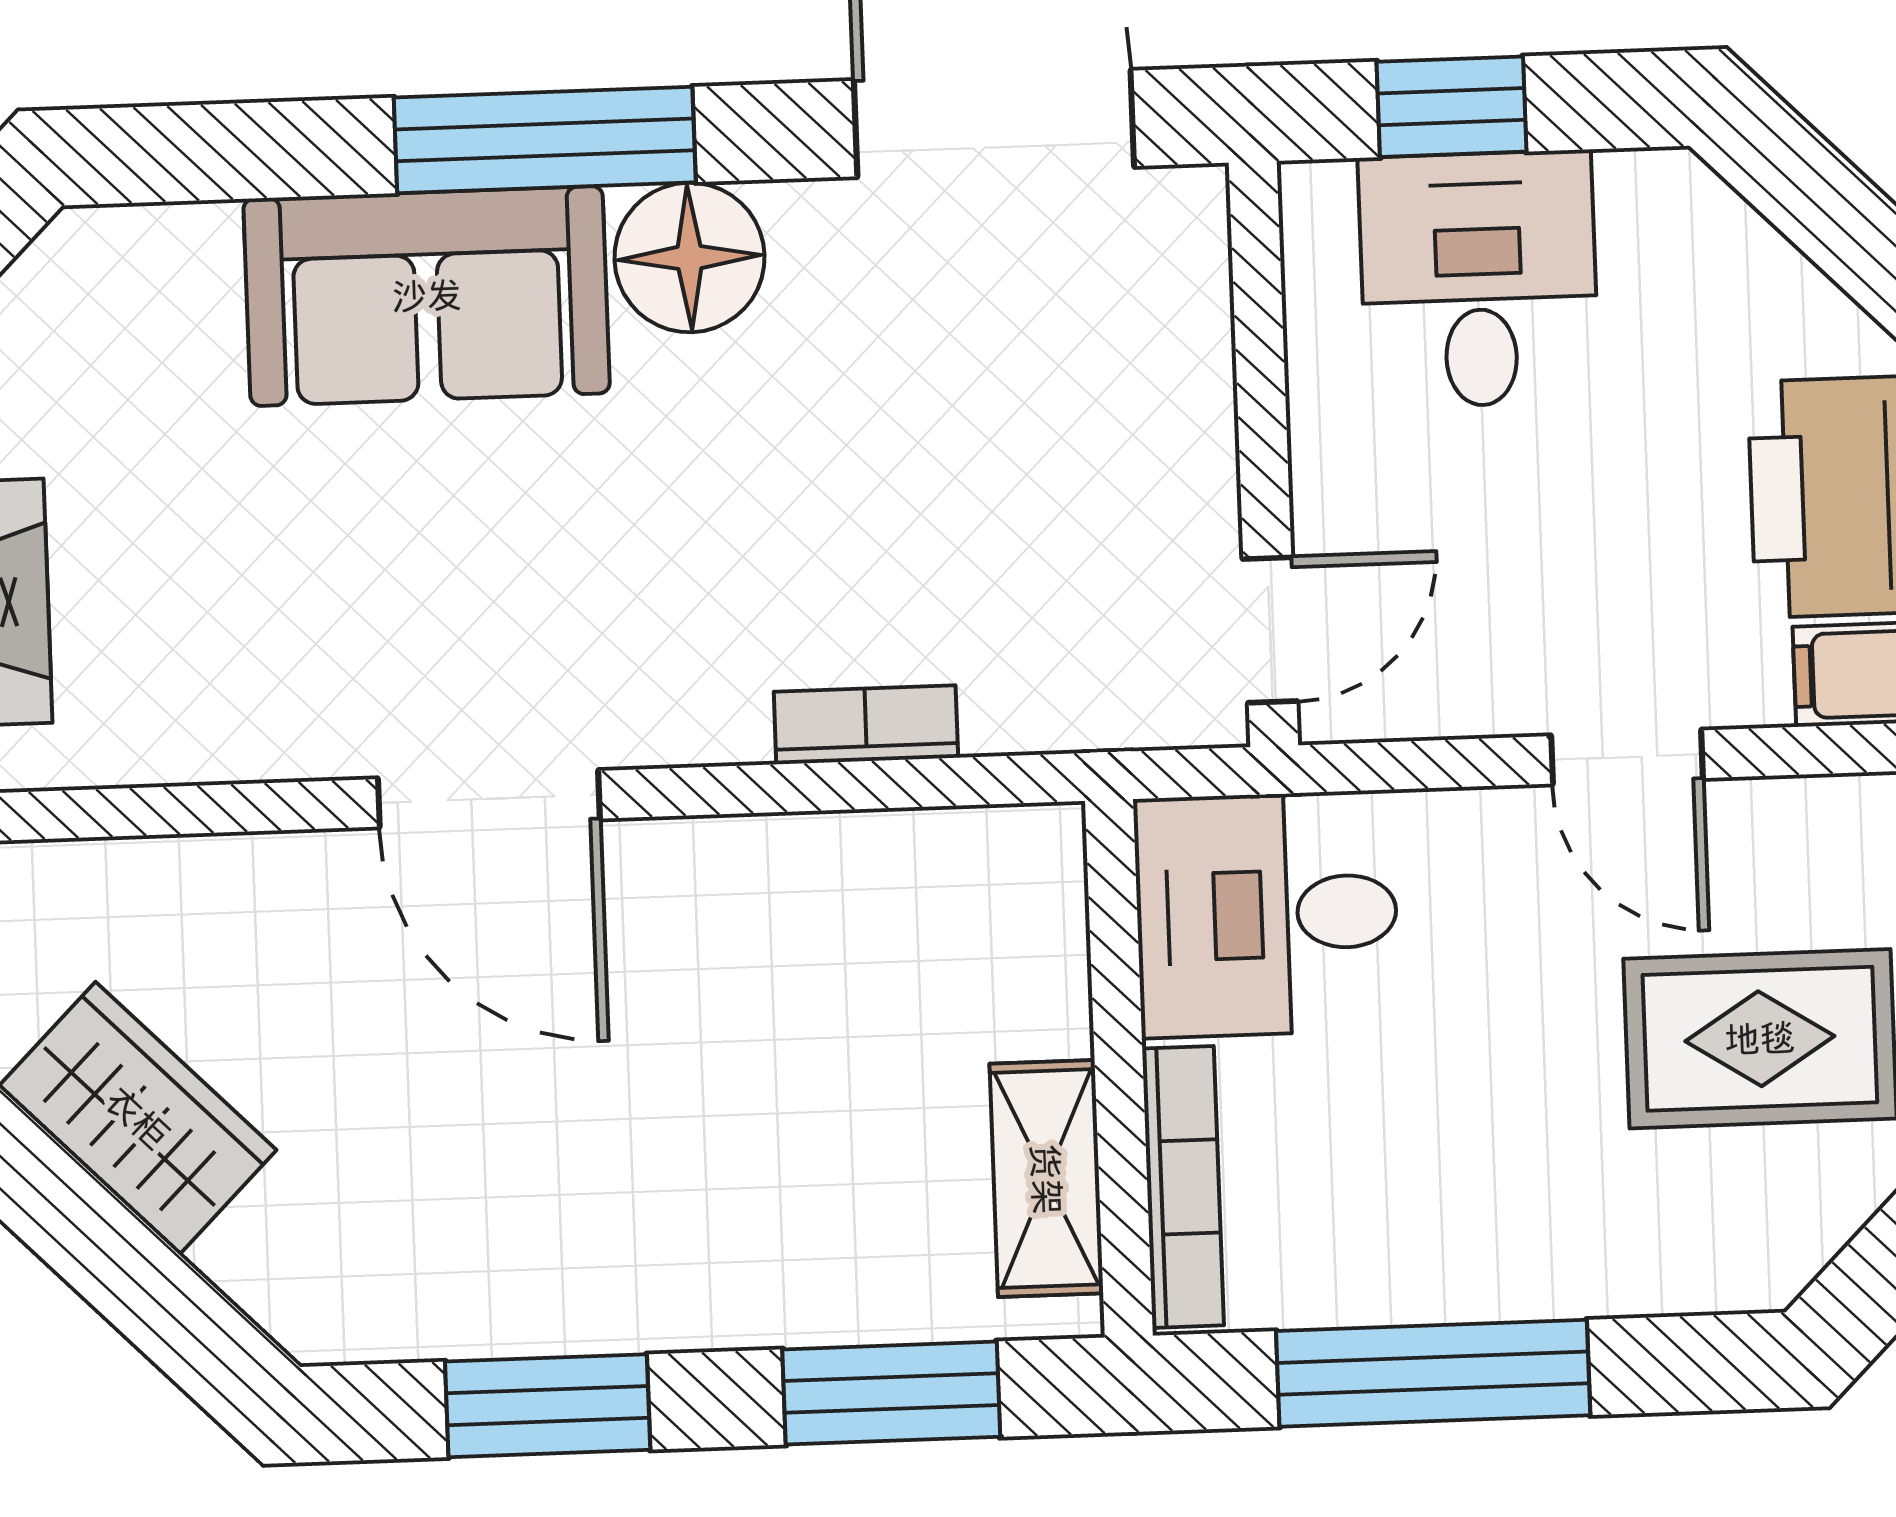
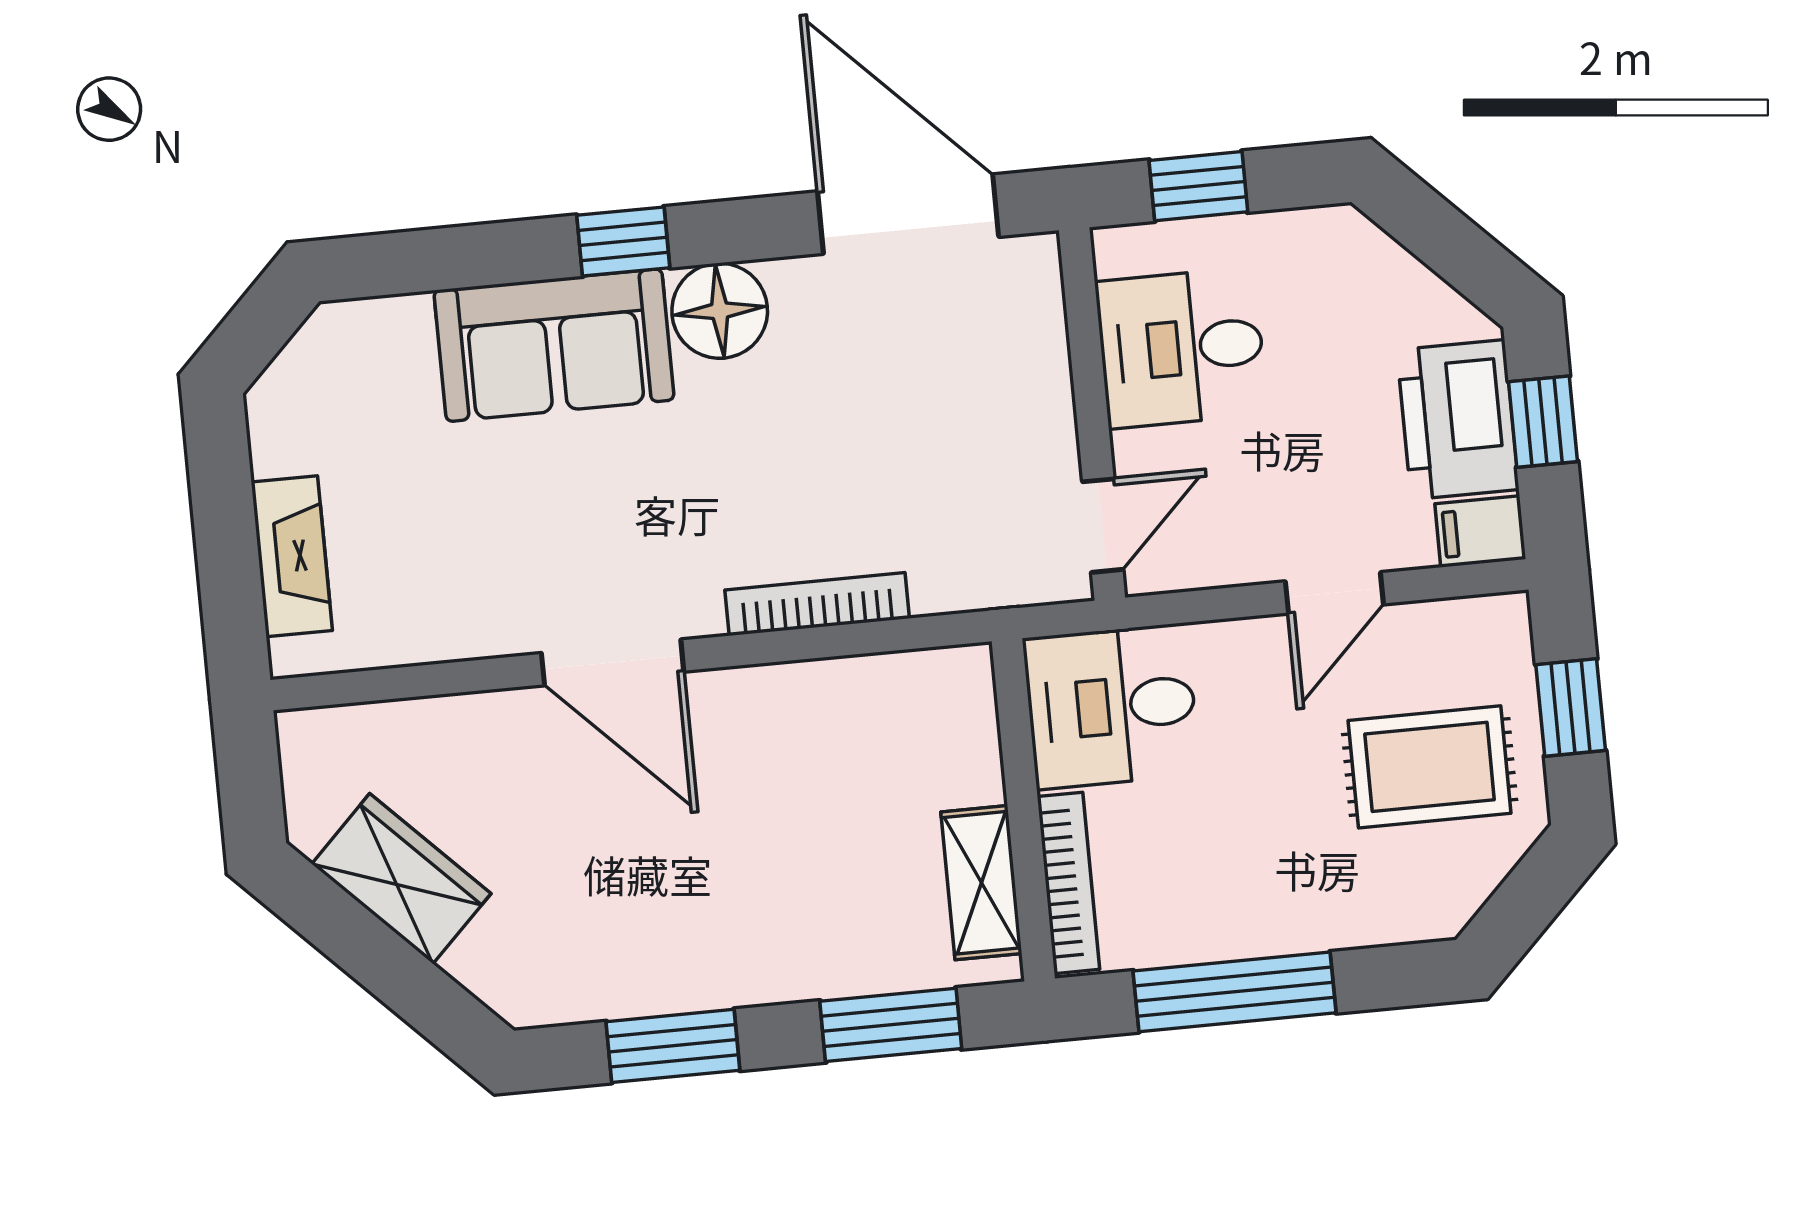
window: (545, 140) -> (623, 242), width x0.46
desk: (1479, 279) -> (1181, 348), moved, turned -90
bookcase: (866, 725) -> (817, 604), width x1.56
door: (1627, 757) -> (1334, 593), hinge flipped

